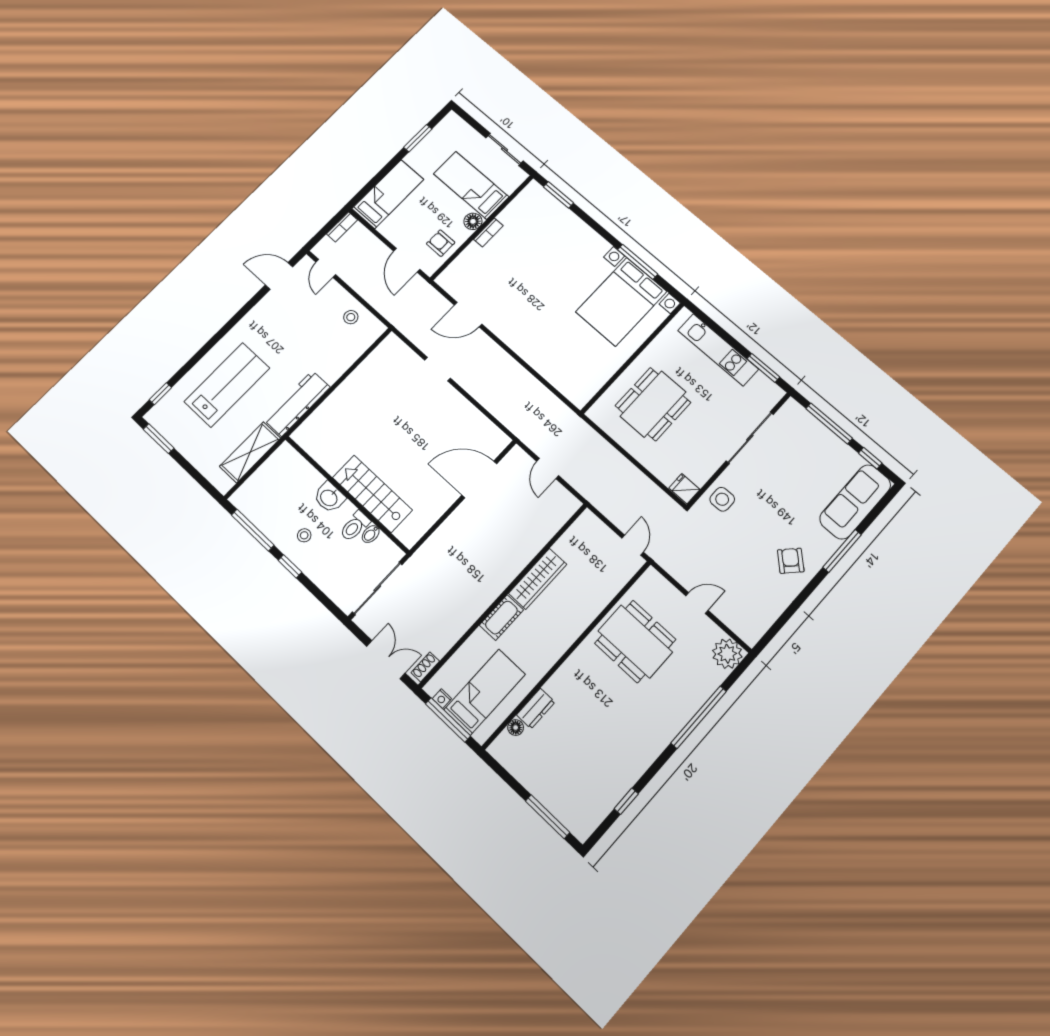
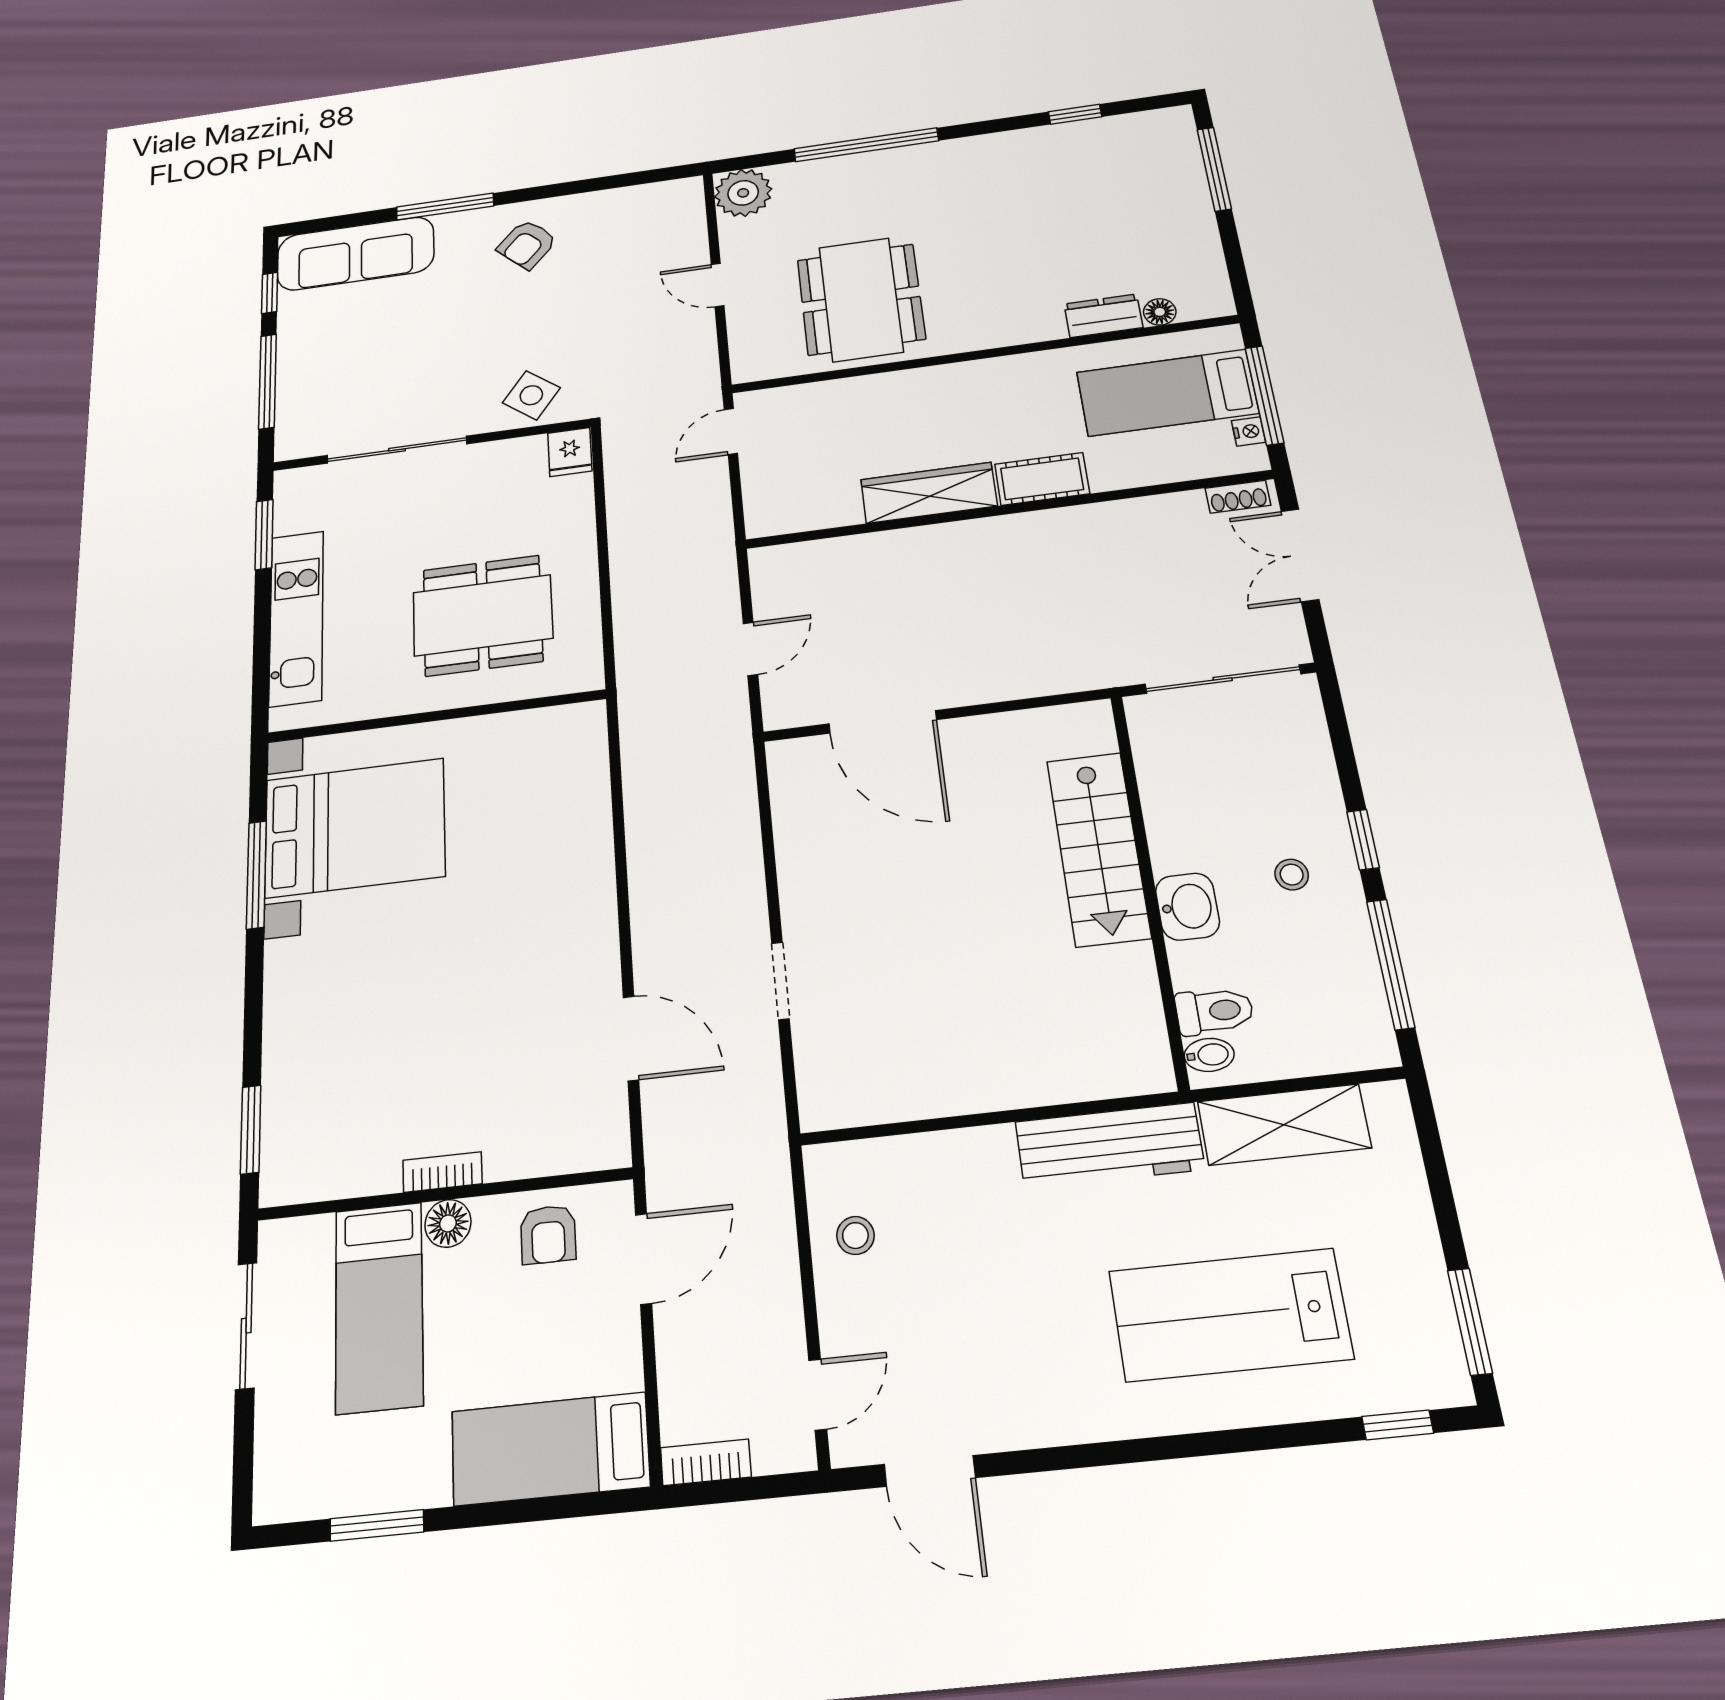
side table: (722, 499) -> (531, 395), turned 37
toilet: (355, 526) -> (1214, 1011), moved
bidet: (371, 534) -> (1209, 1055), moved

